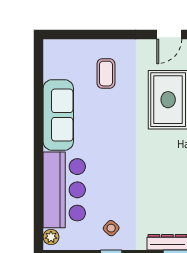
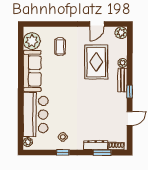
plant: (58, 64) -> (32, 41), added

